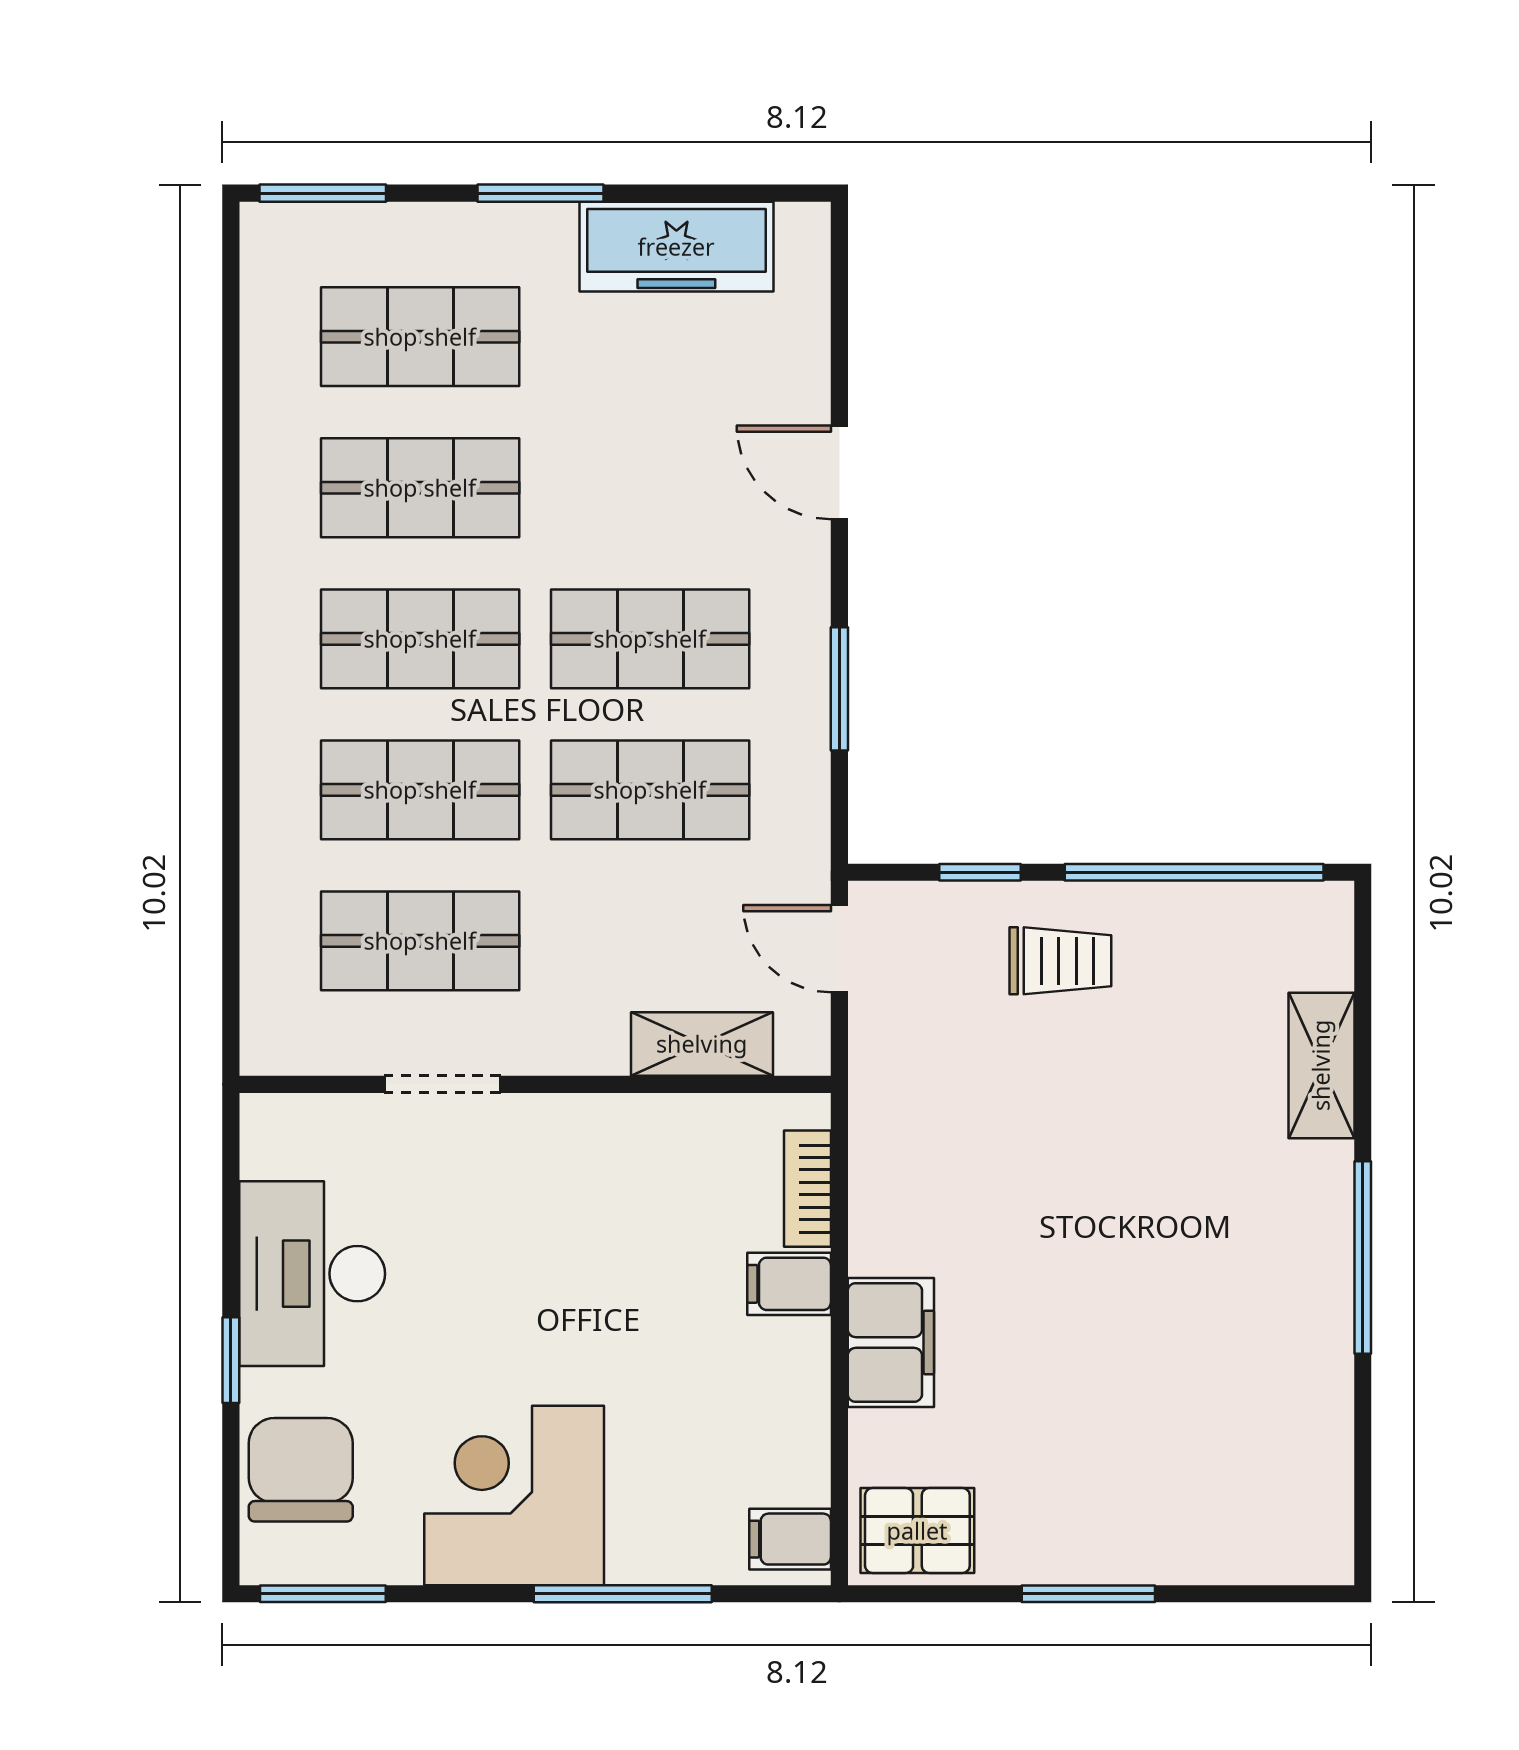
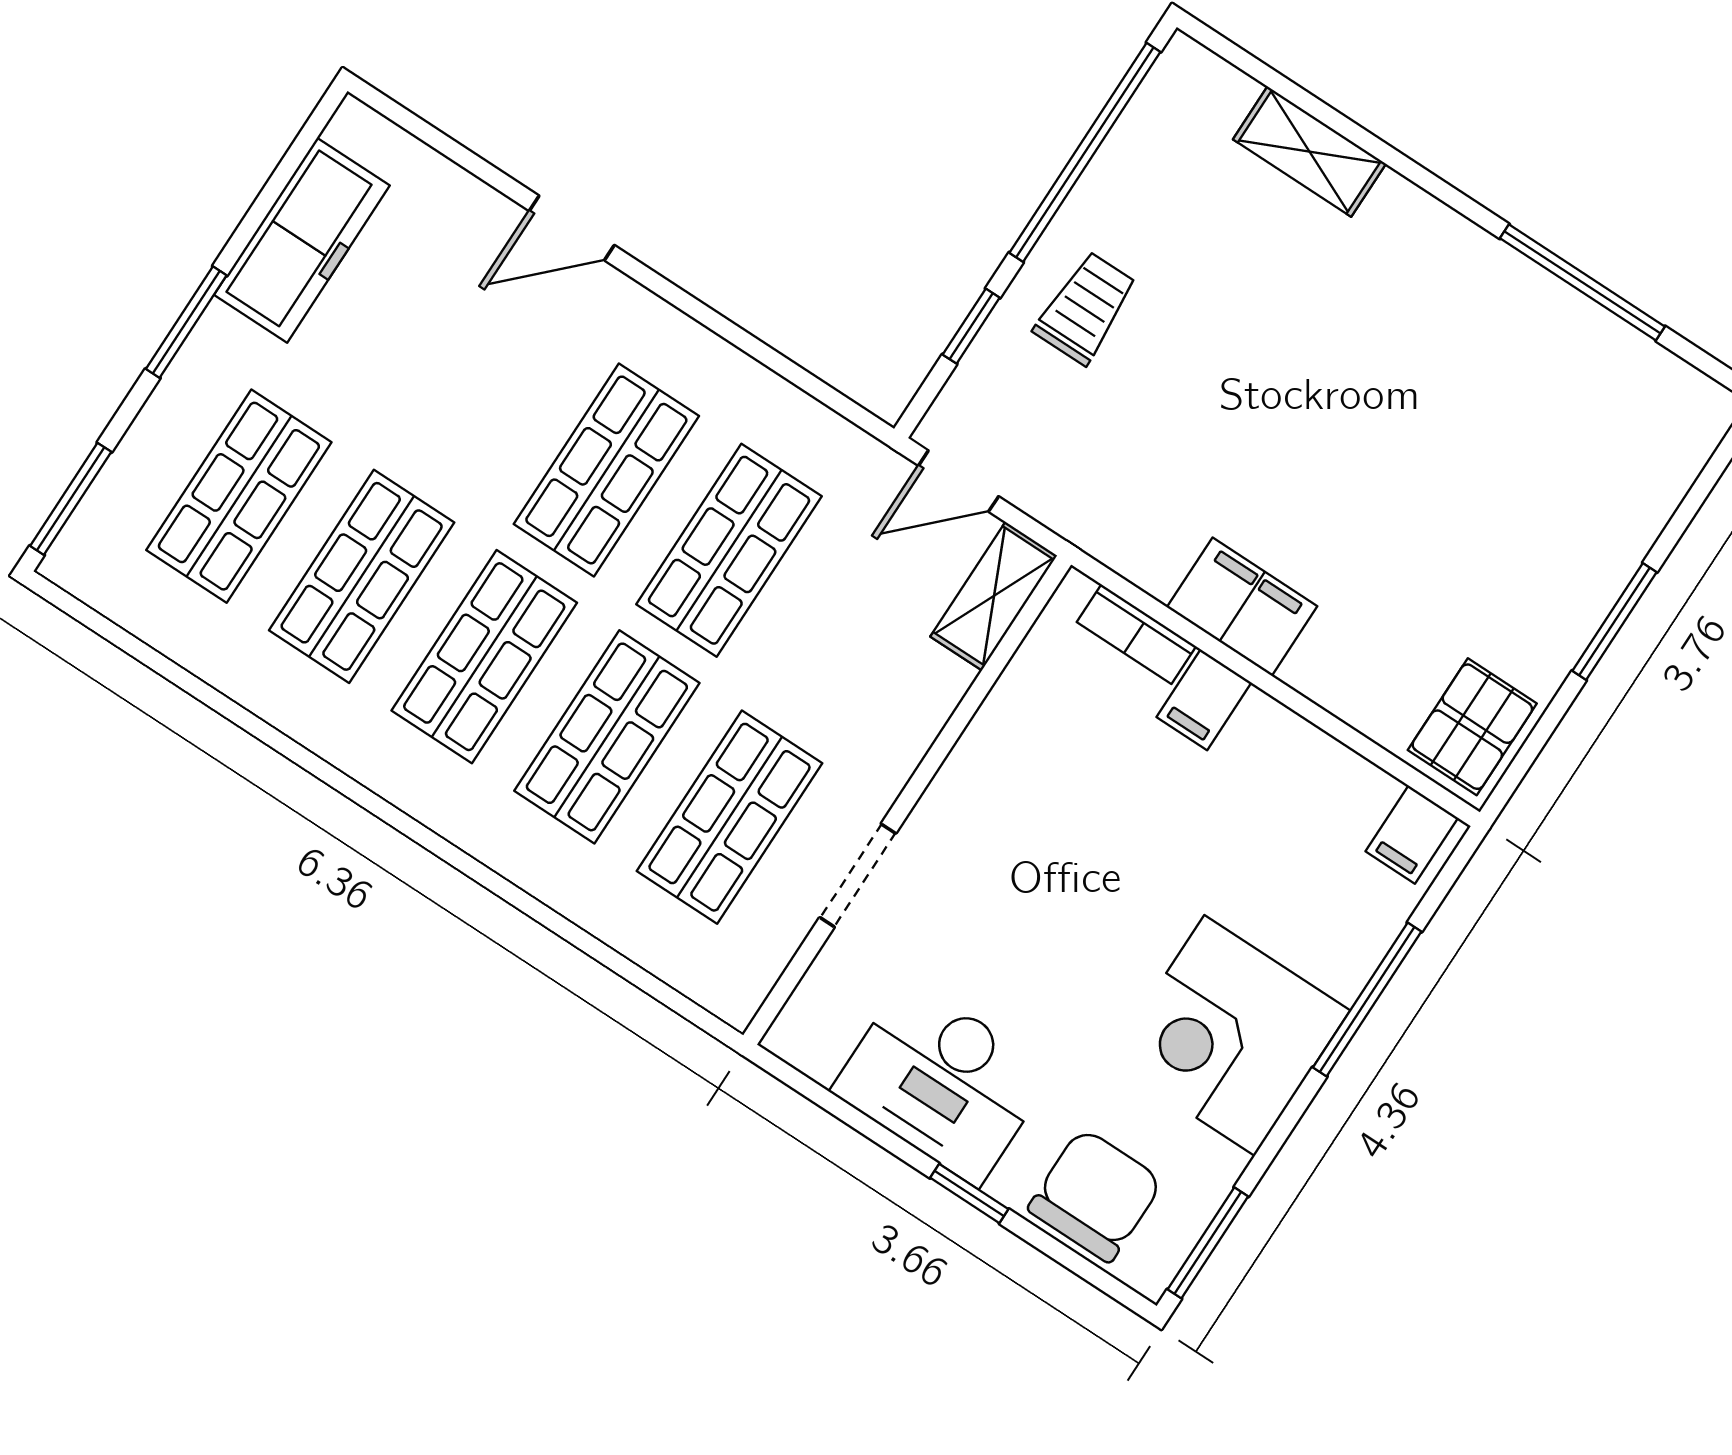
window: (839, 689) -> (748, 343), removed
shelving: (702, 1044) -> (994, 596), moved
window: (1363, 1258) -> (1582, 282), moved
filing cabinet: (891, 1343) -> (1242, 607), moved
chair: (301, 1470) -> (1095, 1195), turned 90

